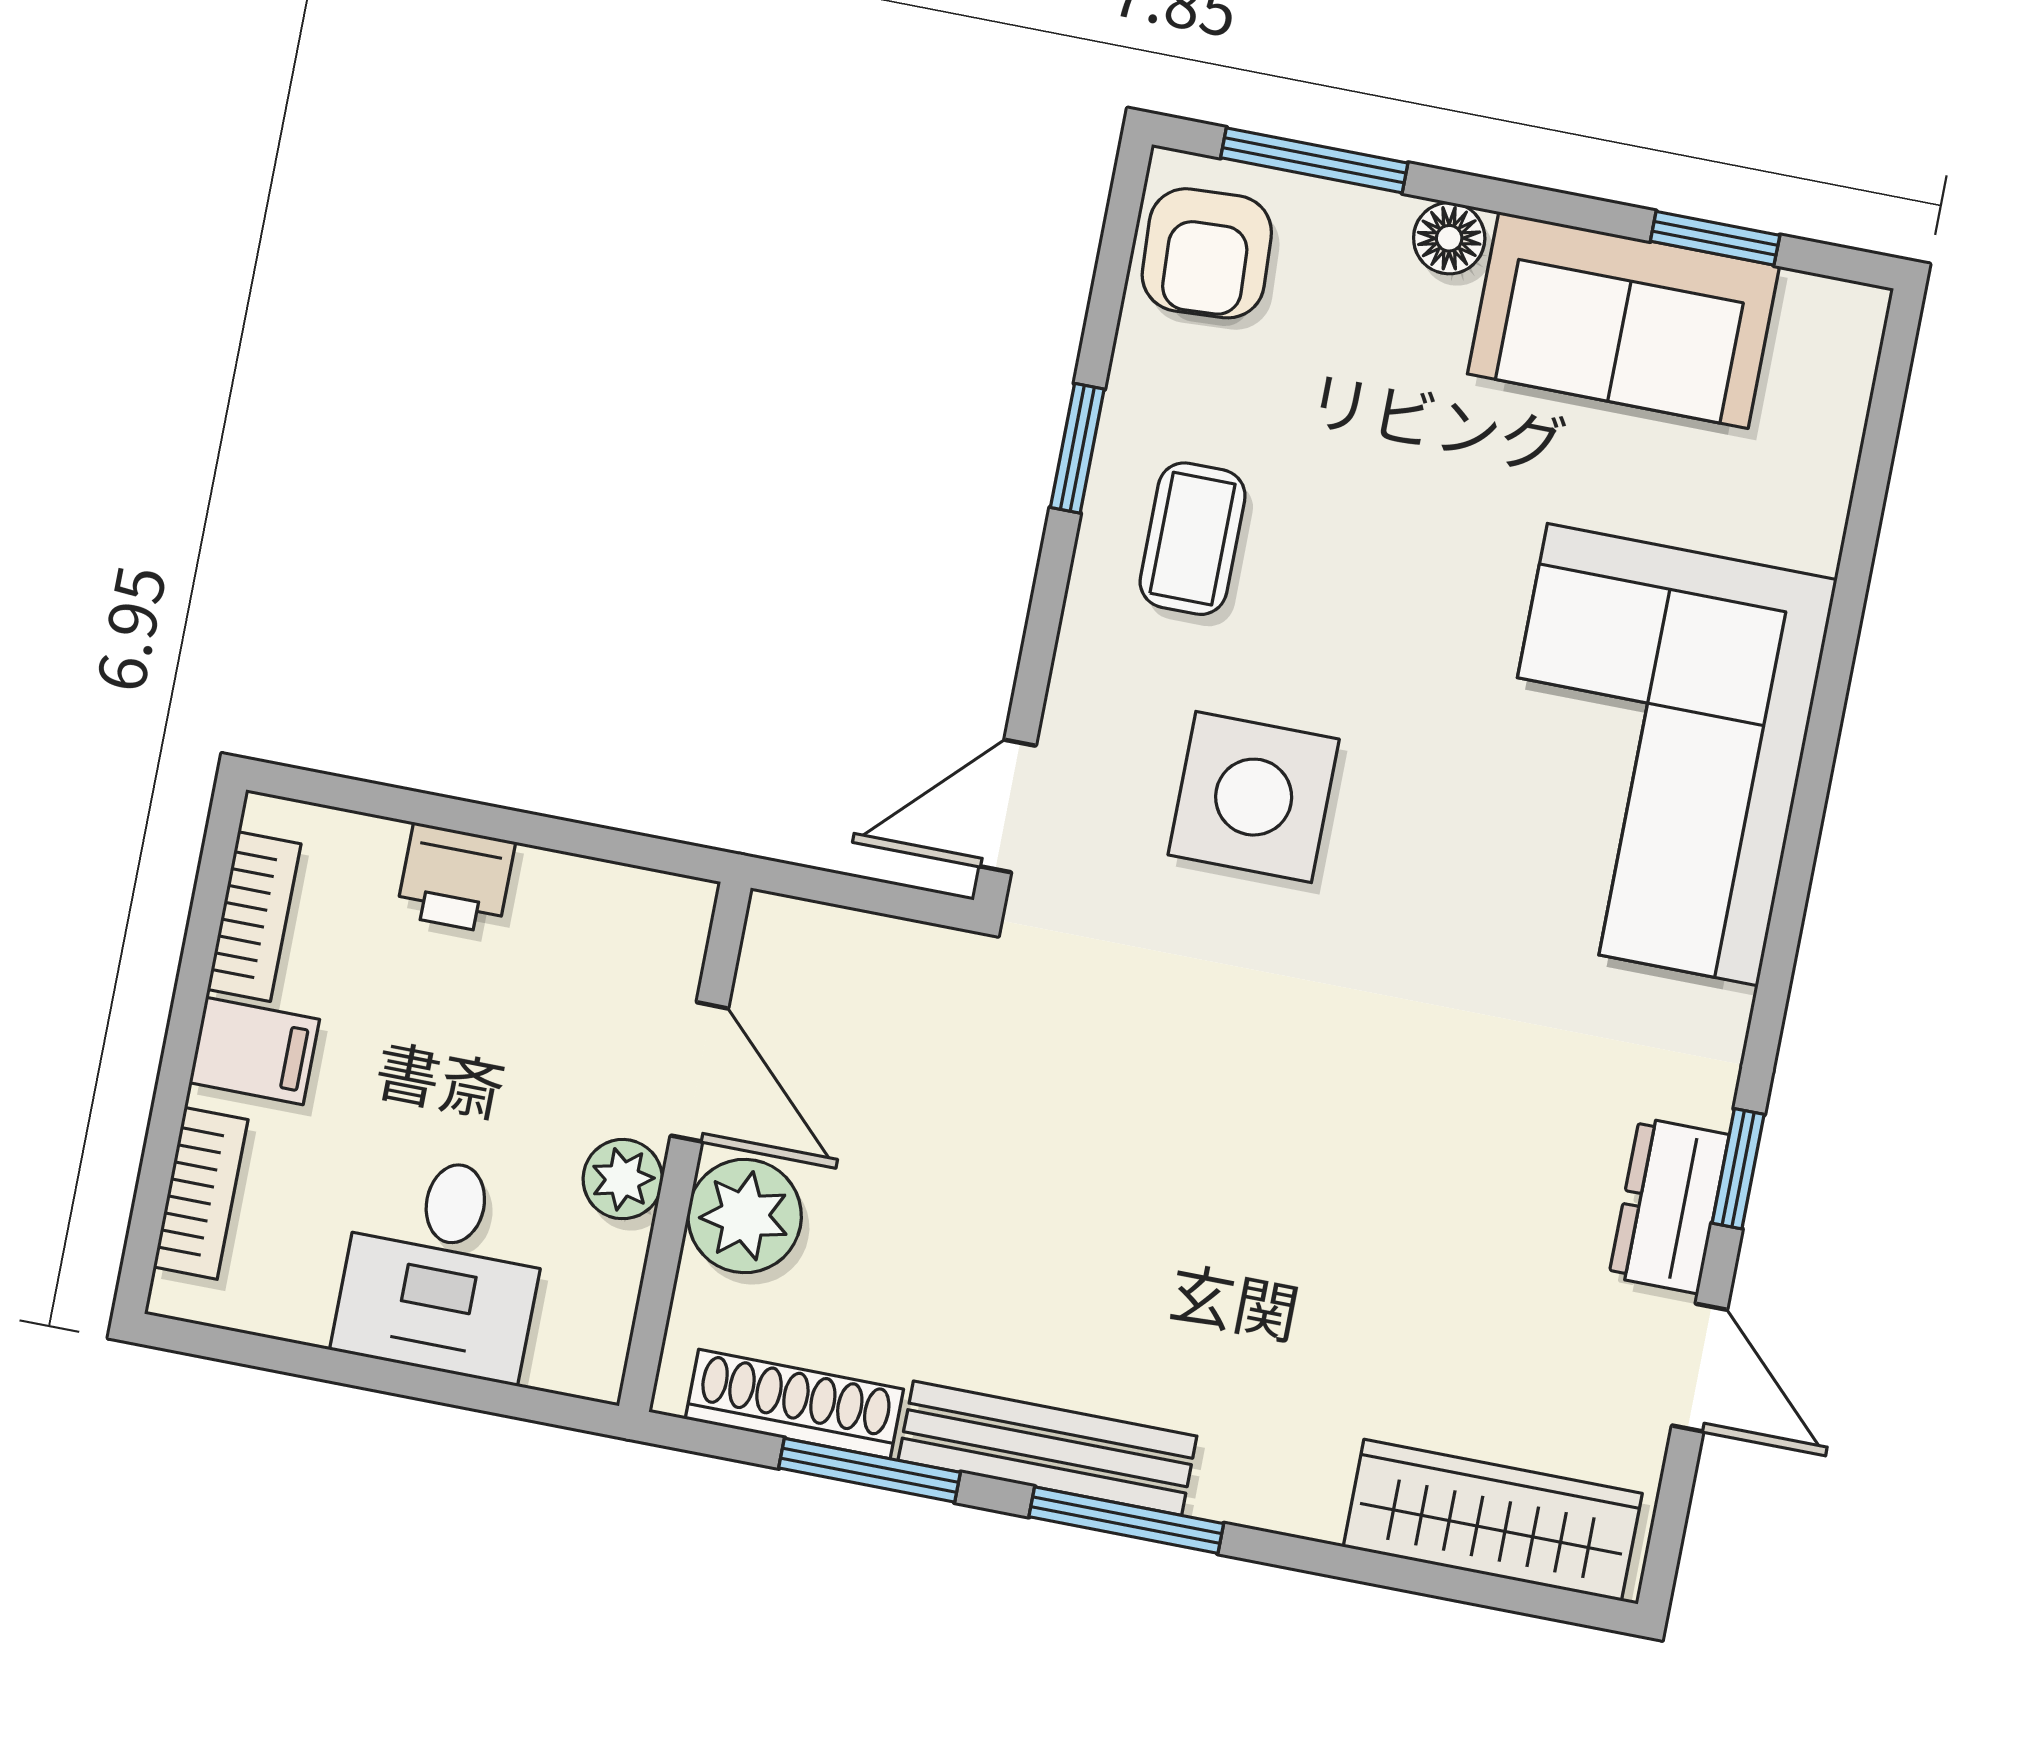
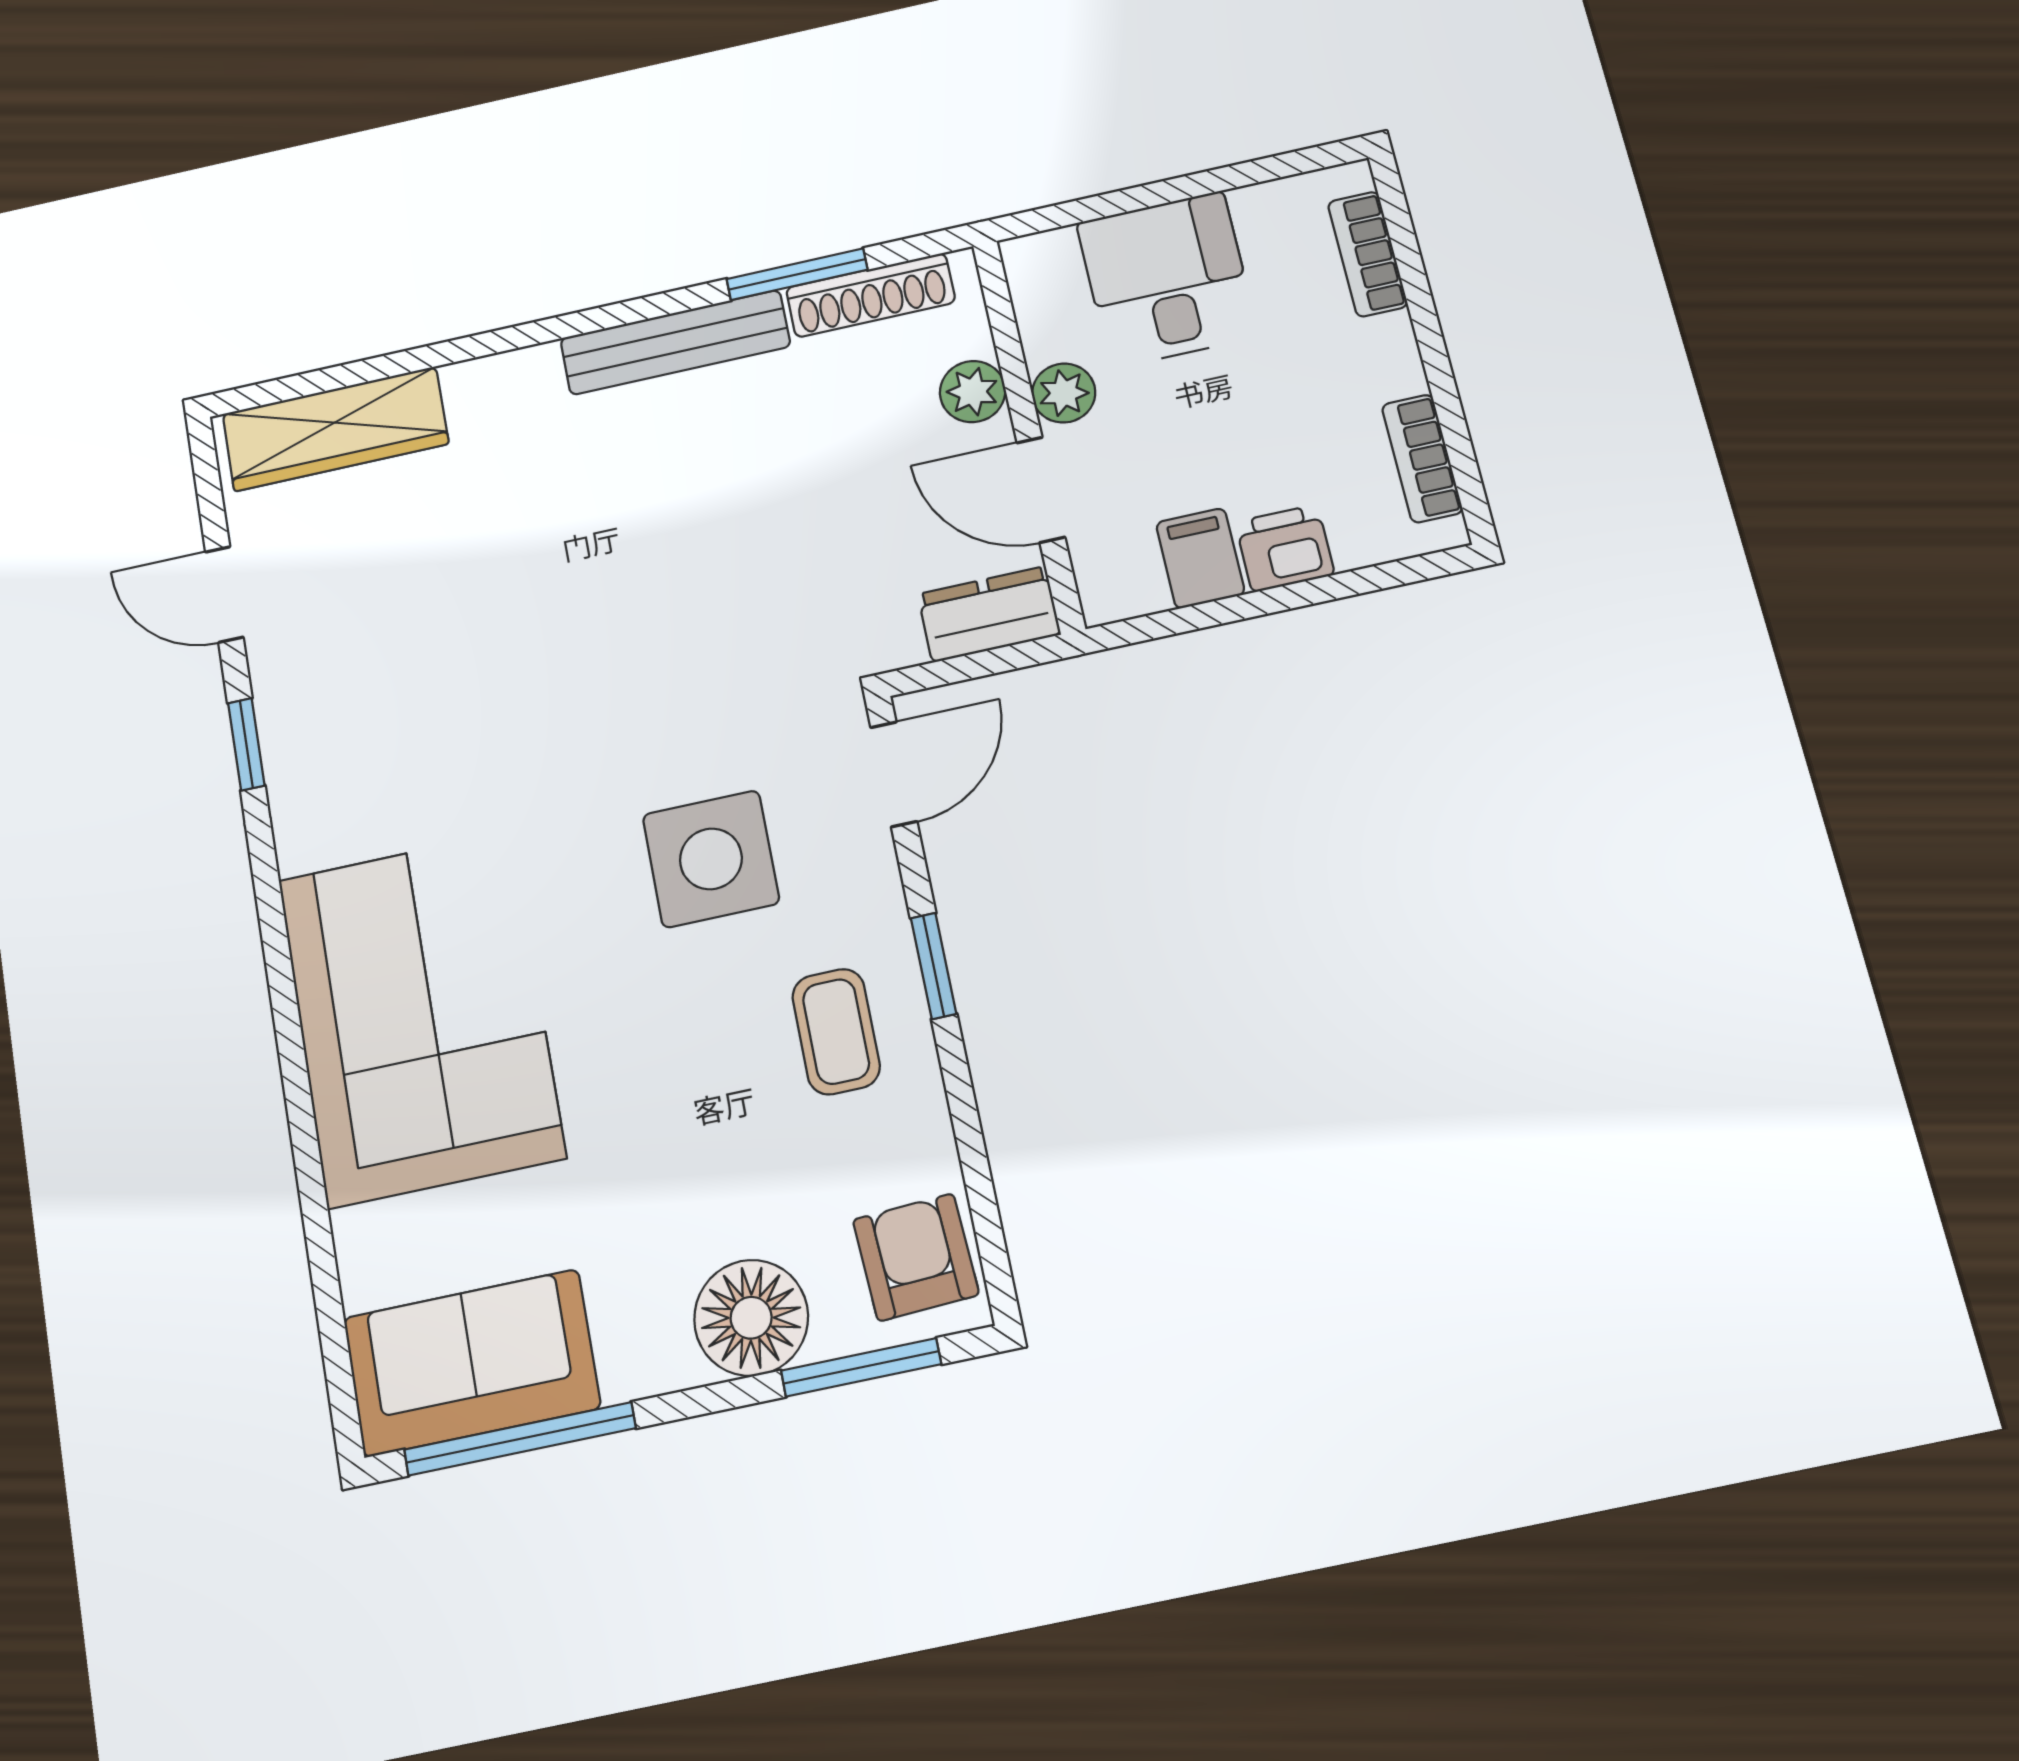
floor lamp: (1449, 238) -> (751, 1318), width x1.89, depth x1.89
window: (1715, 238) -> (520, 1439), width x2.17
sofa: (1623, 320) -> (472, 1363), moved
window: (1077, 448) -> (934, 966), moved
filing cabinet: (254, 1051) -> (1200, 558), moved, turned 90
dresser: (1669, 1206) -> (989, 614), moved, turned -90
plant: (745, 1216) -> (973, 392), width x0.73, depth x0.73
window: (1126, 1520) -> (599, 319), removed

